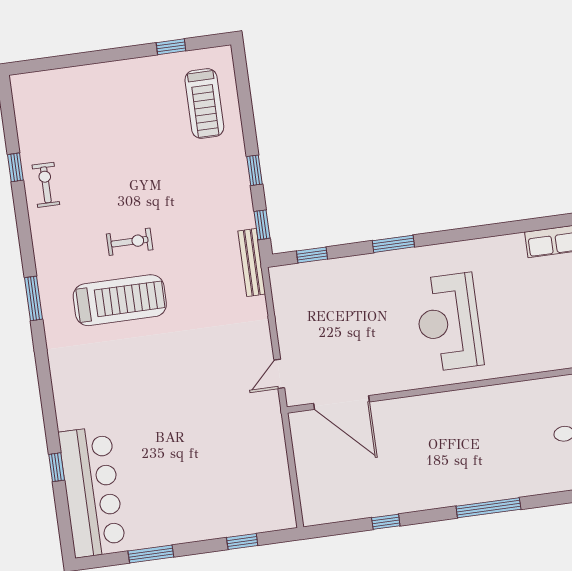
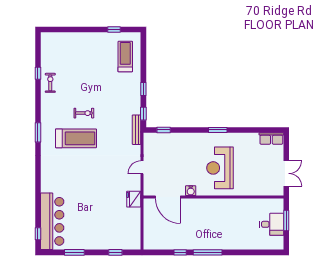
treadmill: (204, 104) -> (125, 57), turned 180
window: (393, 244) -> (218, 130), moved
door: (279, 374) -> (142, 167), moved
water cooler: (390, 382) -> (191, 191), added
fridge: (267, 418) -> (134, 199), added
window: (57, 467) -> (38, 234), moved
window: (488, 508) -> (208, 252), moved

